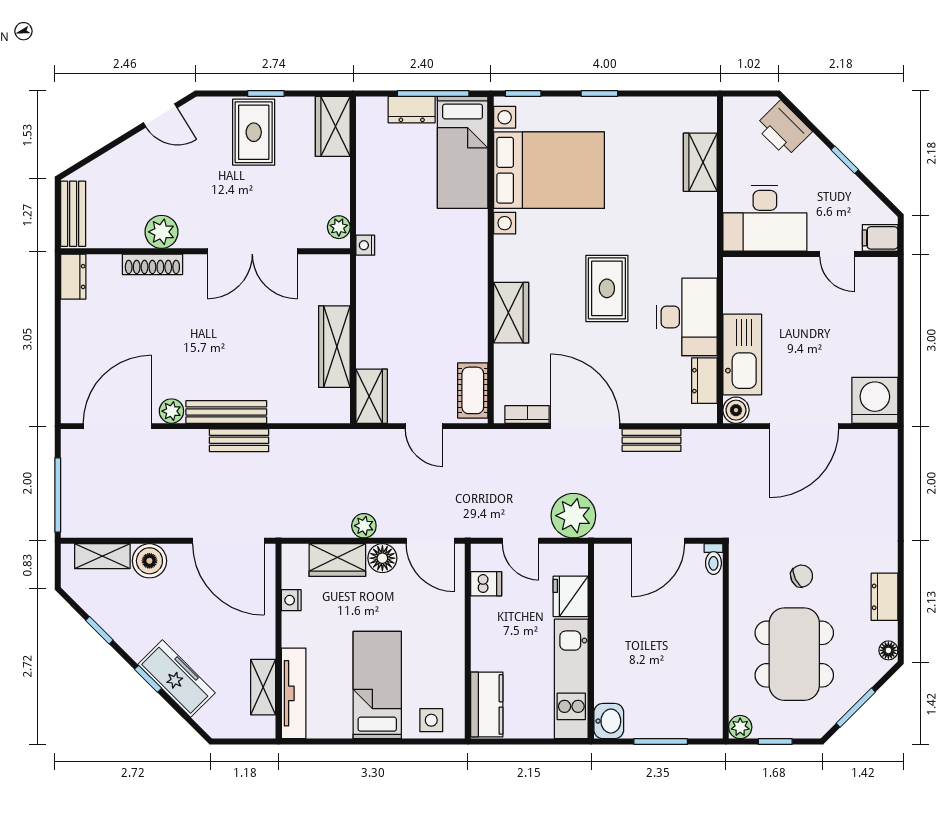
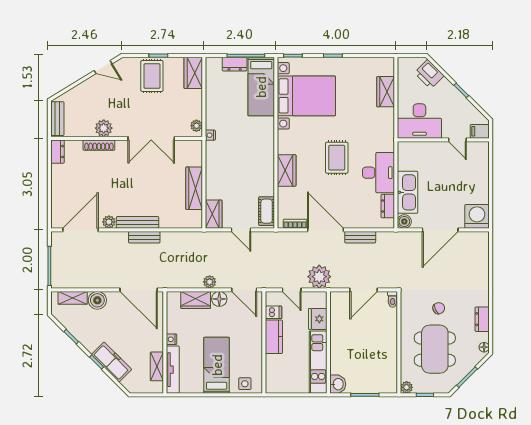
nightstand: (291, 600) -> (172, 339), moved
kitchen counter: (487, 704) -> (274, 337), moved

